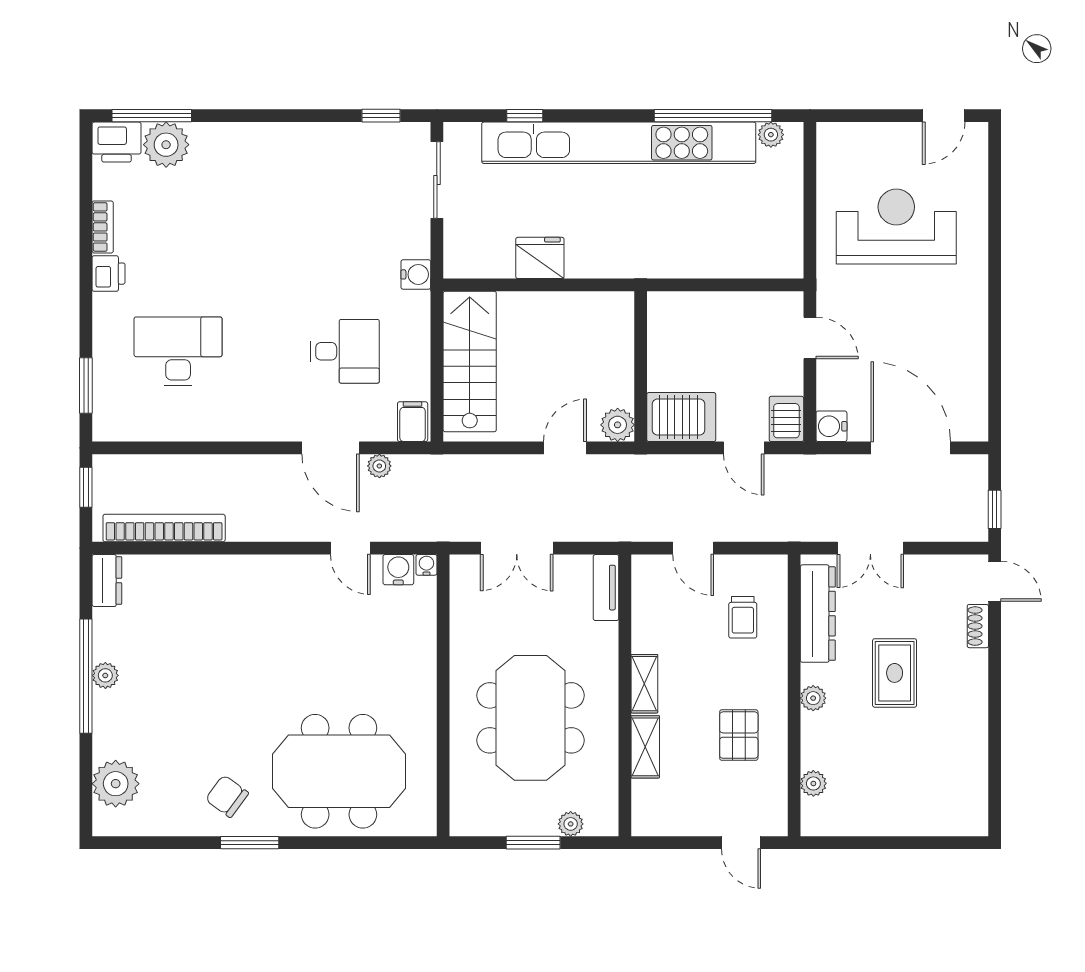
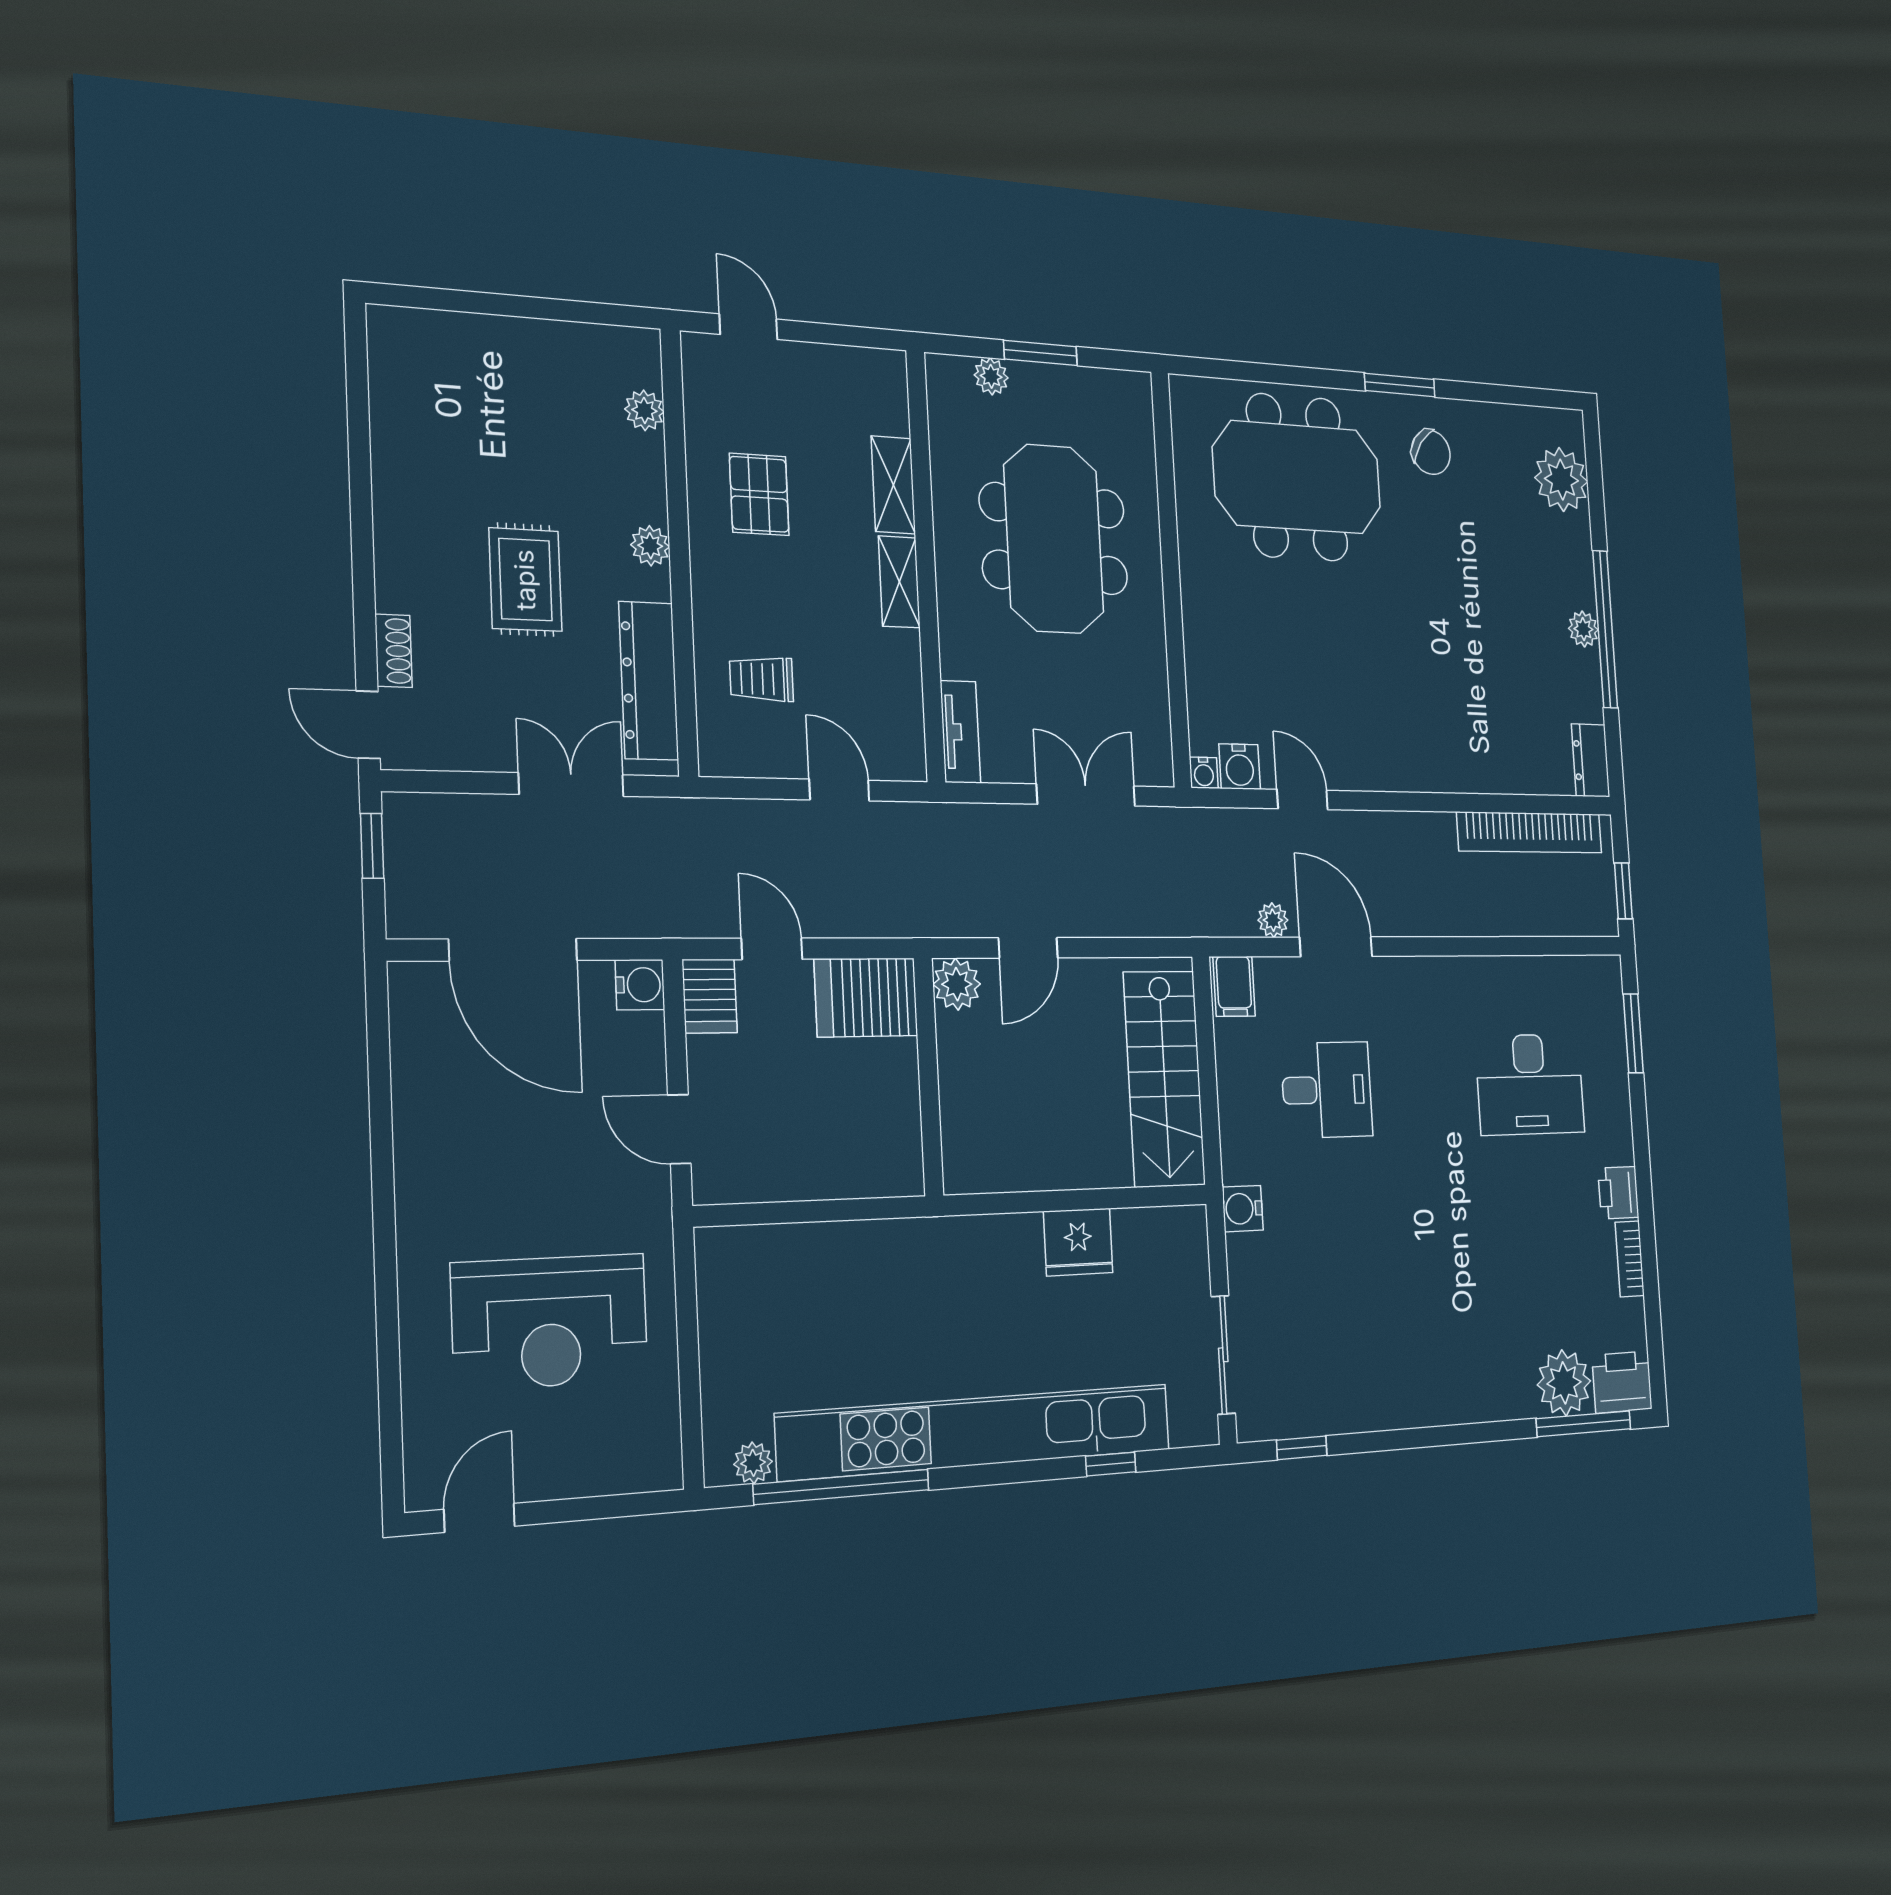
desk: (345, 351) -> (1327, 1090), turned 180
trolley: (743, 617) -> (761, 679), turned -90

